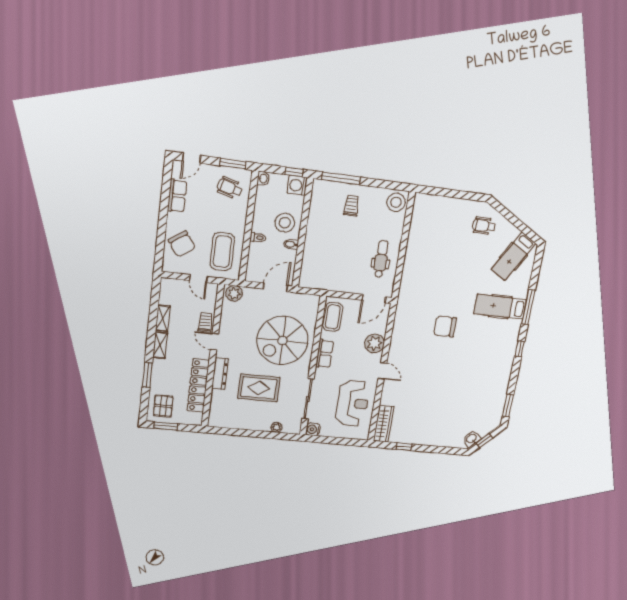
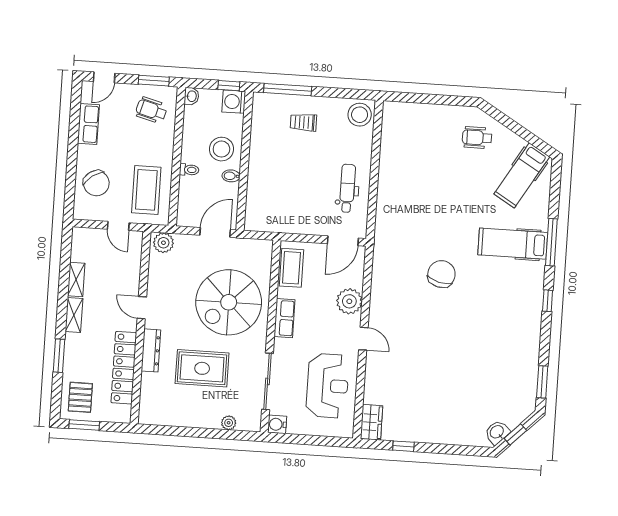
trolley: (351, 206) -> (303, 122), turned -90
trolley: (205, 322) -> (129, 282), removed
chair: (445, 327) -> (441, 274), turned 104
wardrobe: (384, 424) -> (372, 422), width x0.67

